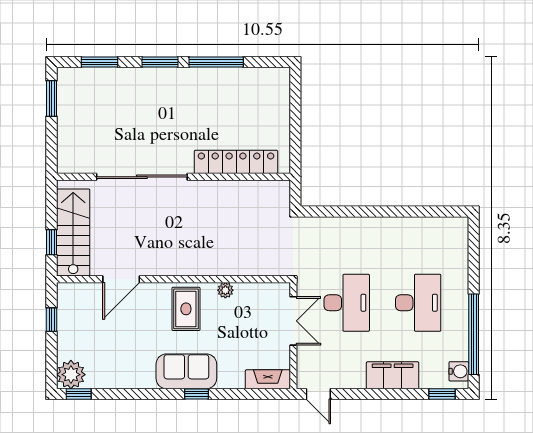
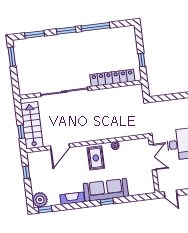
window: (295, 135) -> (142, 60), added
sofa: (186, 371) -> (106, 190), width x1.36
fireplace: (268, 379) -> (72, 198), moved

